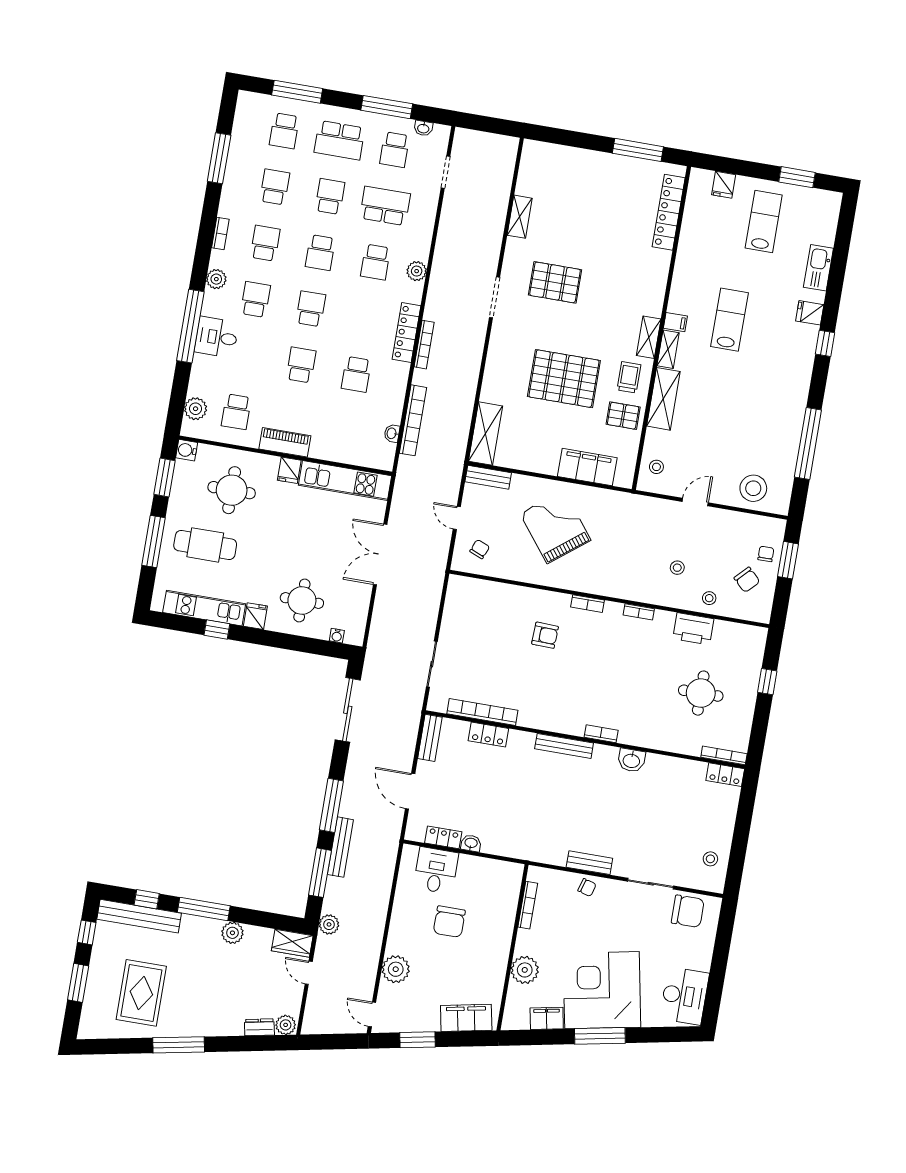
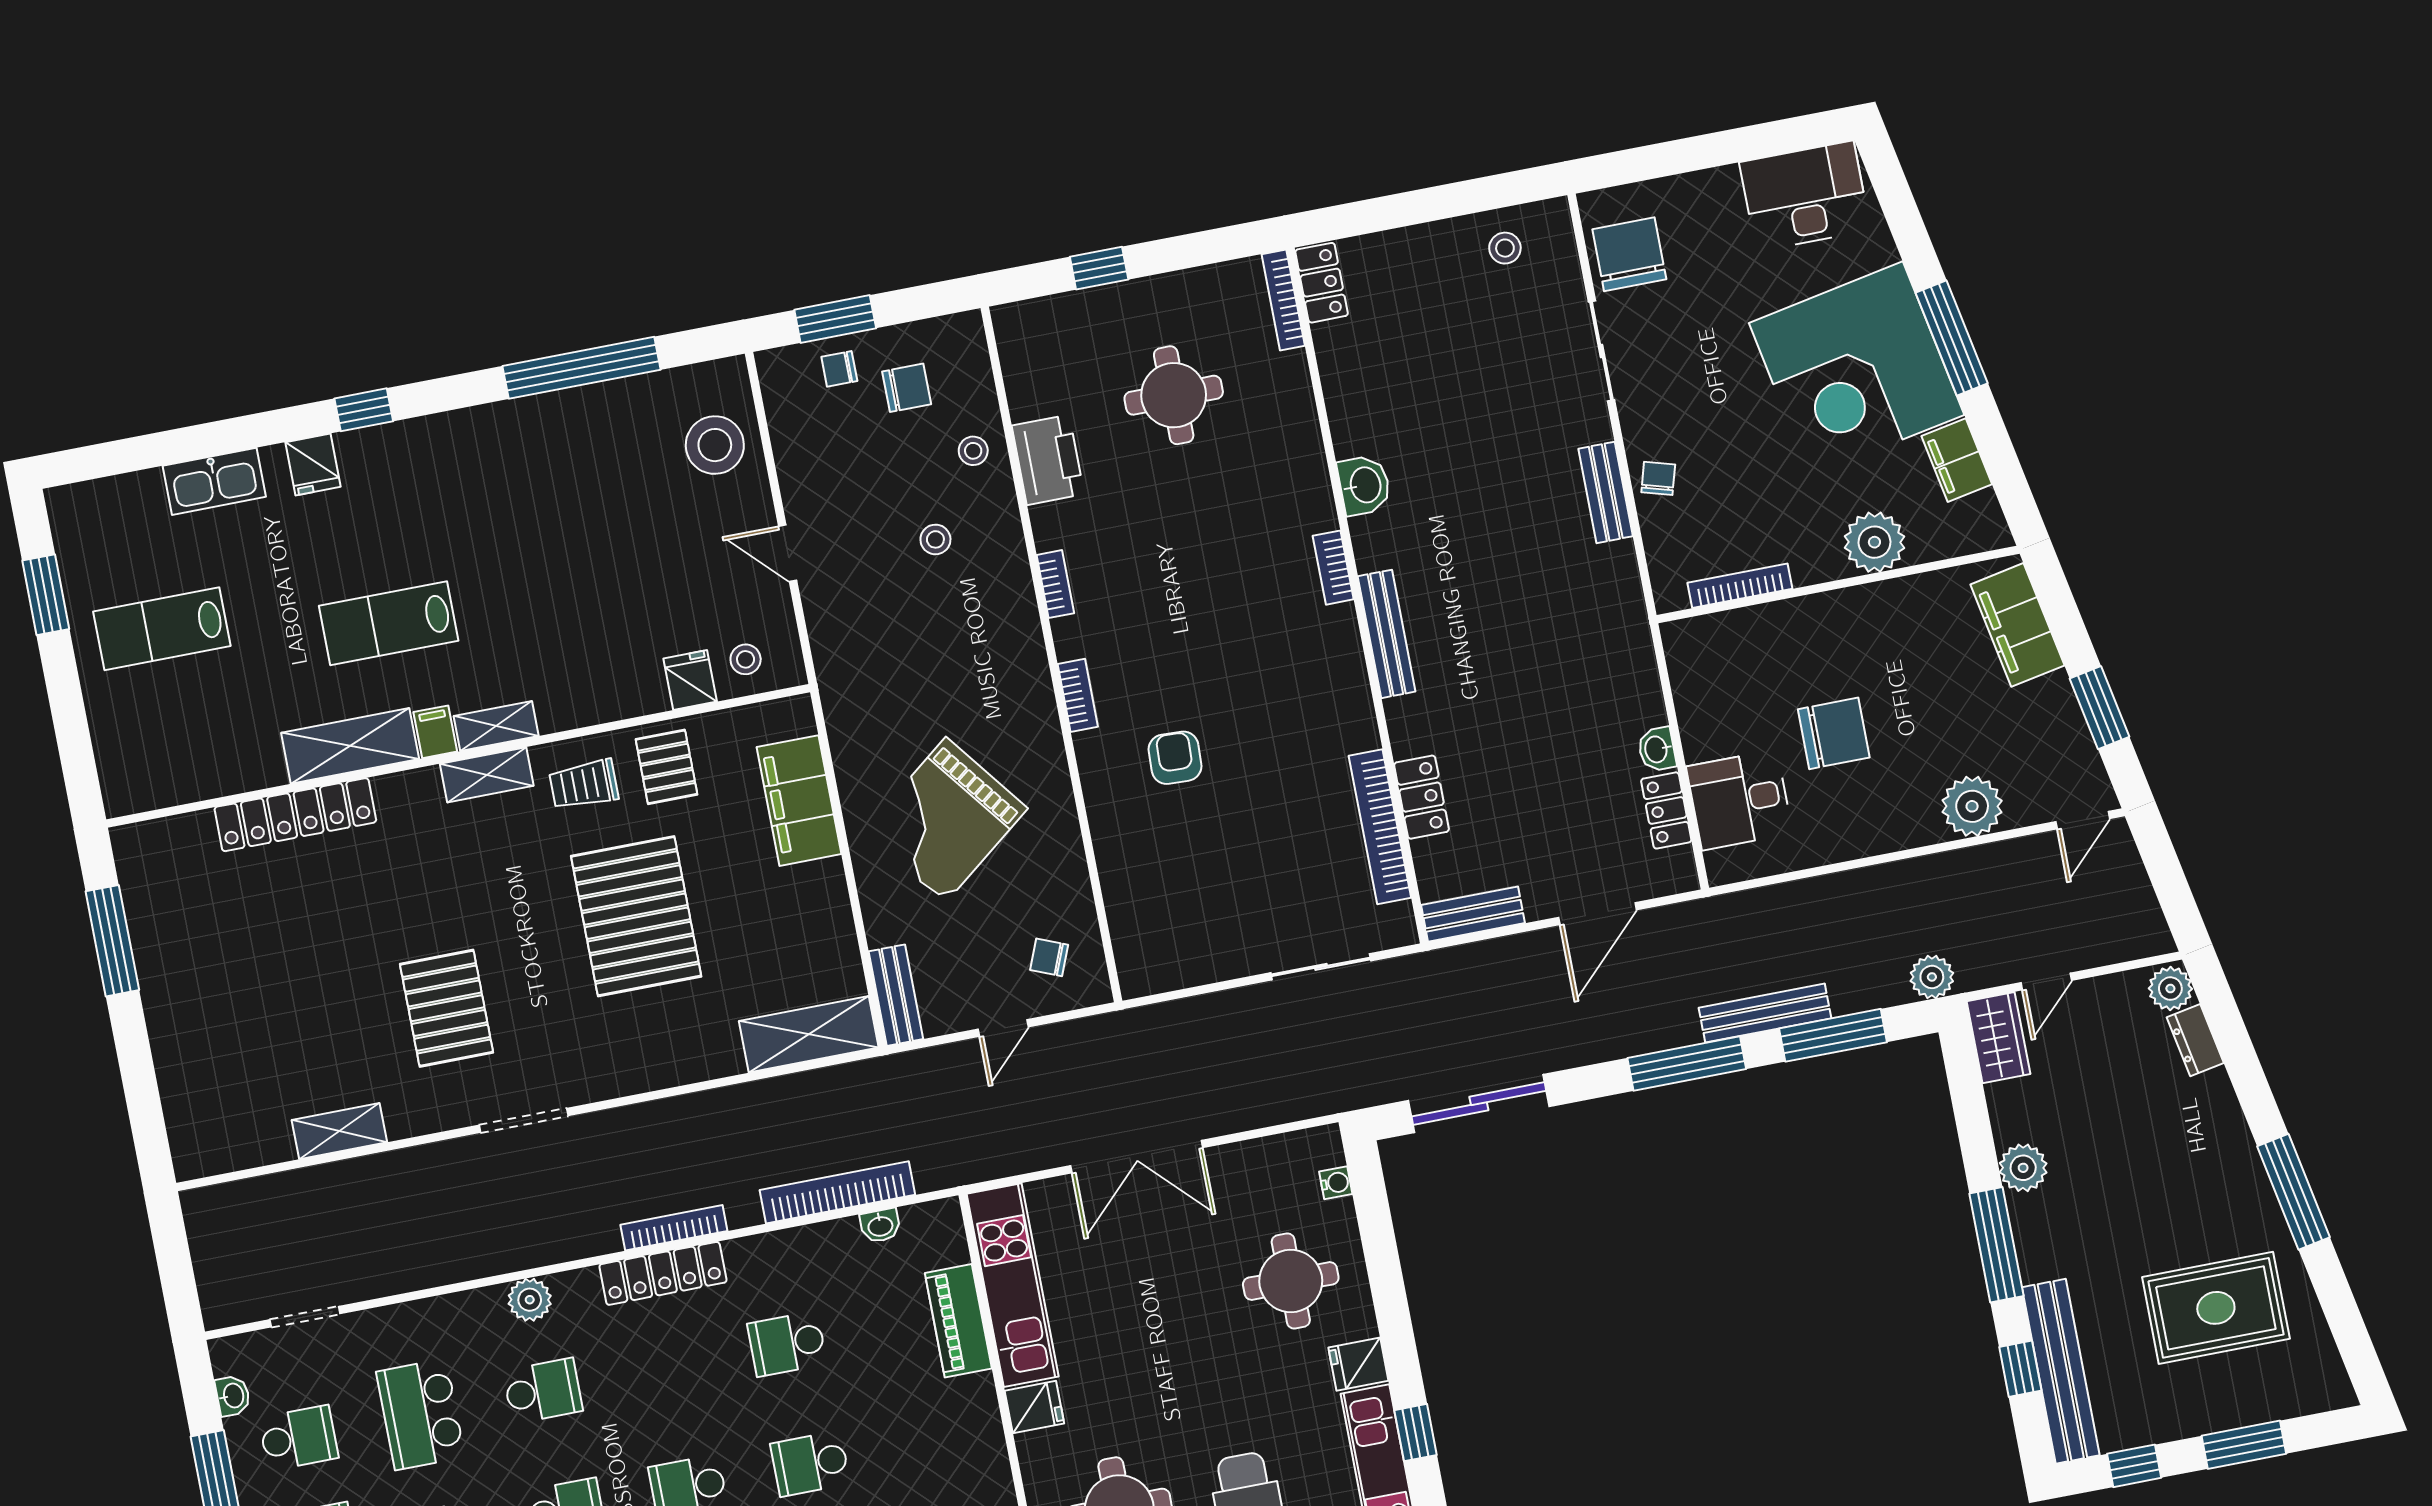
fridge: (724, 185) -> (690, 680), moved, turned -90
locker: (669, 212) -> (295, 815), moved
school desk: (356, 374) -> (787, 1344), turned 180
shelving: (663, 399) -> (350, 746), moved
piano: (285, 442) -> (958, 1321), moved
chair: (747, 580) -> (907, 388), turned 46

